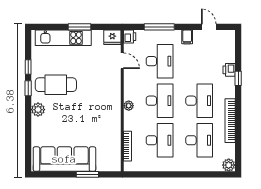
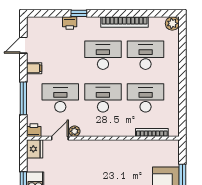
plant: (129, 106) -> (74, 131), moved

